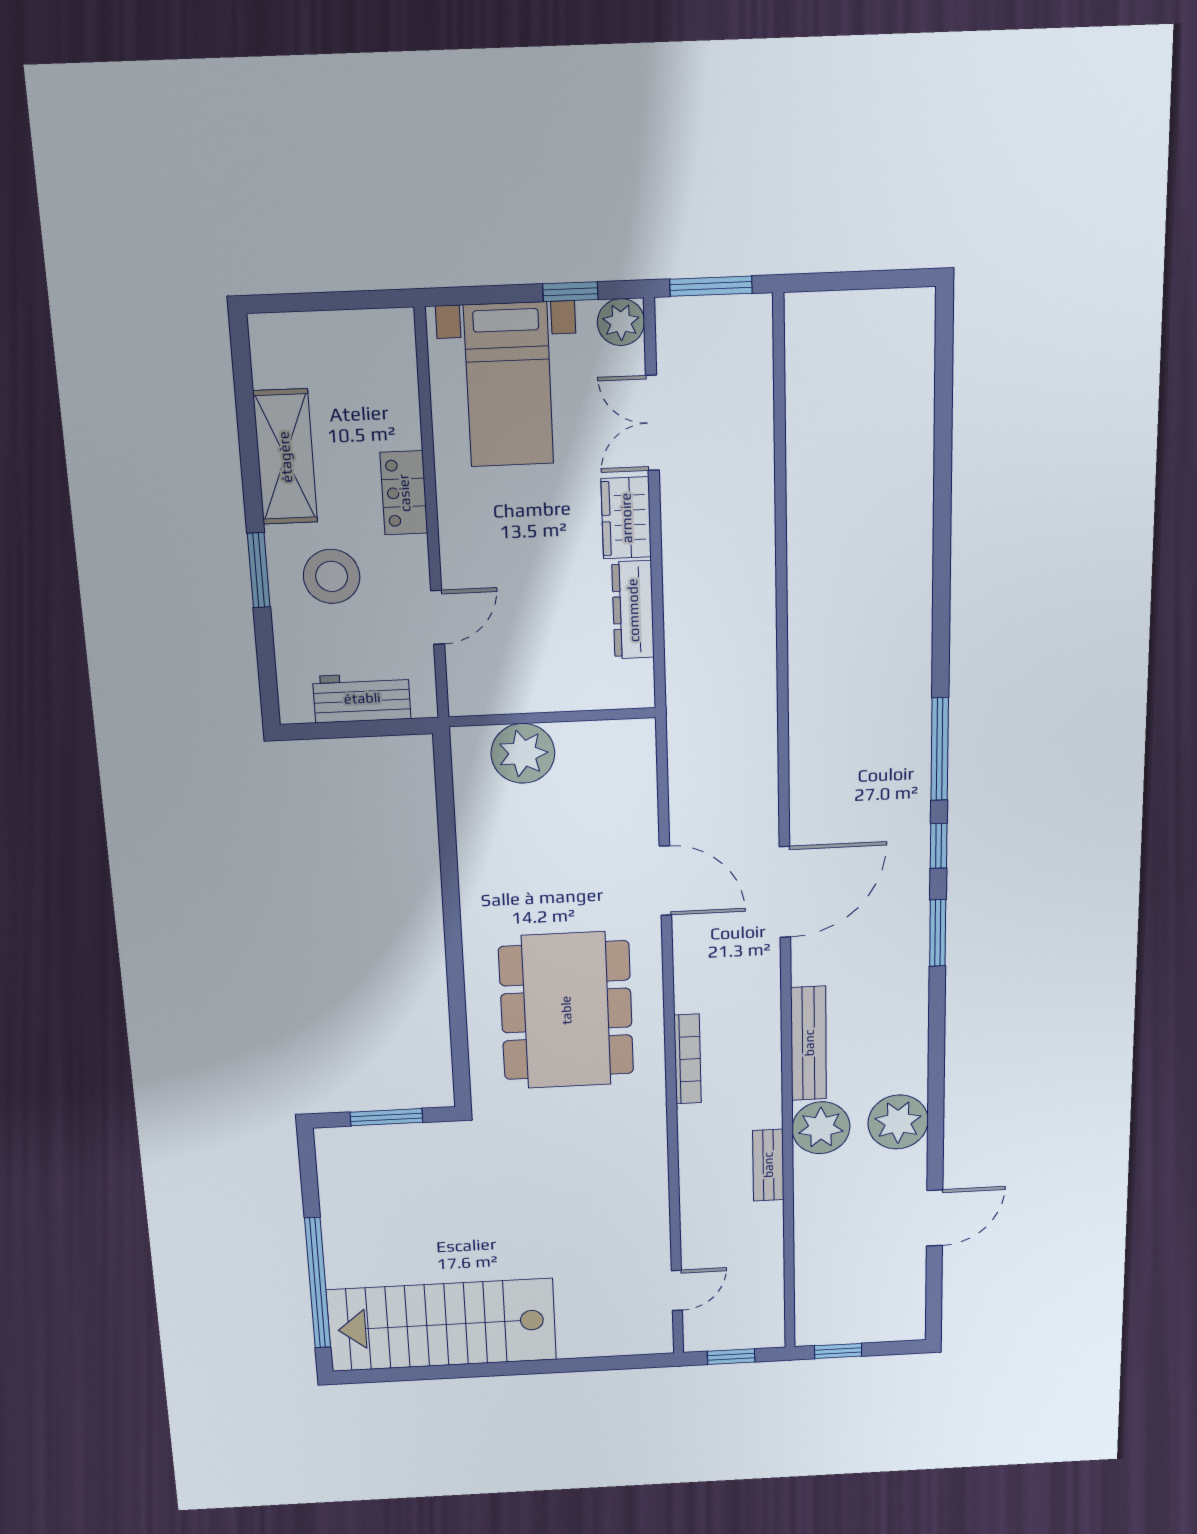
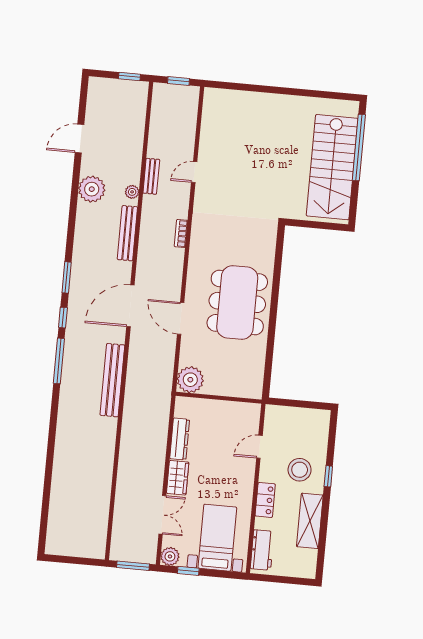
window: (259, 570) -> (328, 476), width x0.67
workbench: (362, 698) -> (262, 550), moved, turned -90
bench: (809, 723) -> (112, 380), added
plant: (523, 753) -> (190, 380), moved
dining table: (566, 1010) -> (237, 302), moved
bookcase: (688, 1059) -> (181, 233), width x0.64
window: (386, 1117) -> (315, 225), removed
plant: (821, 1128) -> (132, 192), width x0.53, depth x0.53
door: (677, 1290) -> (194, 172), moved
stairs: (442, 1325) -> (332, 167), moved, turned 90

